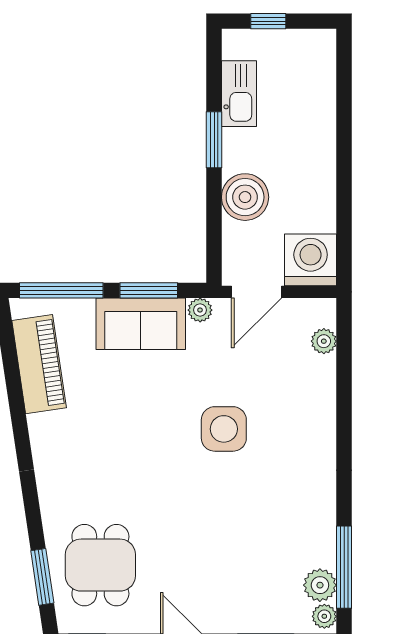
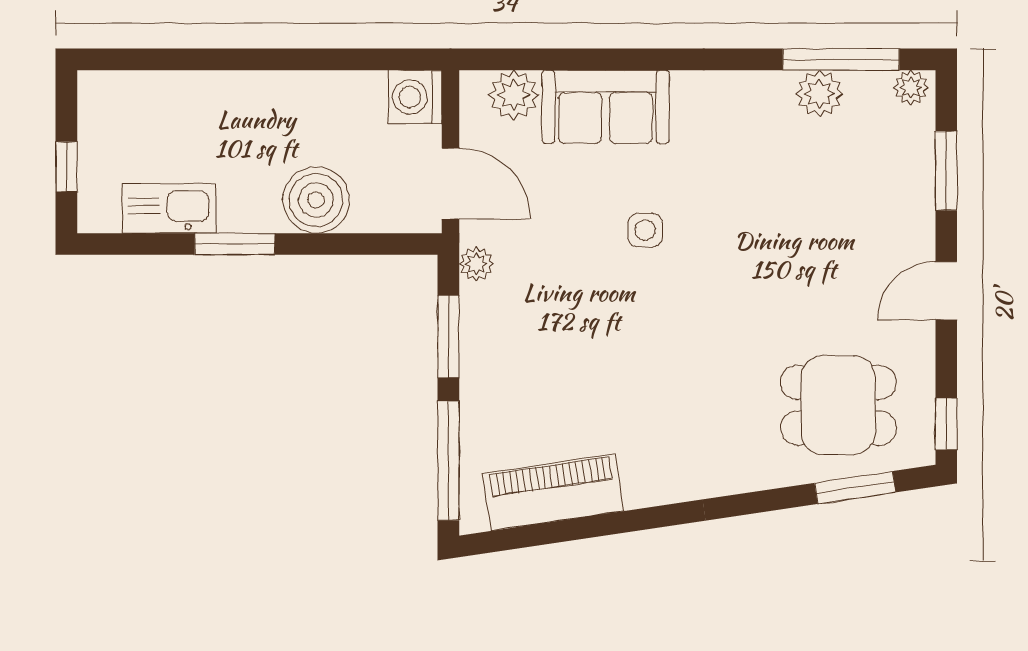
washing machine: (311, 260) -> (415, 97), width x0.73, depth x0.73
sofa: (141, 324) -> (606, 107), moved, turned 90
plant: (324, 341) -> (514, 95), width x1.38, depth x1.38
side table: (224, 429) -> (645, 230), width x0.54, depth x0.54
plant: (320, 585) -> (819, 94), moved

